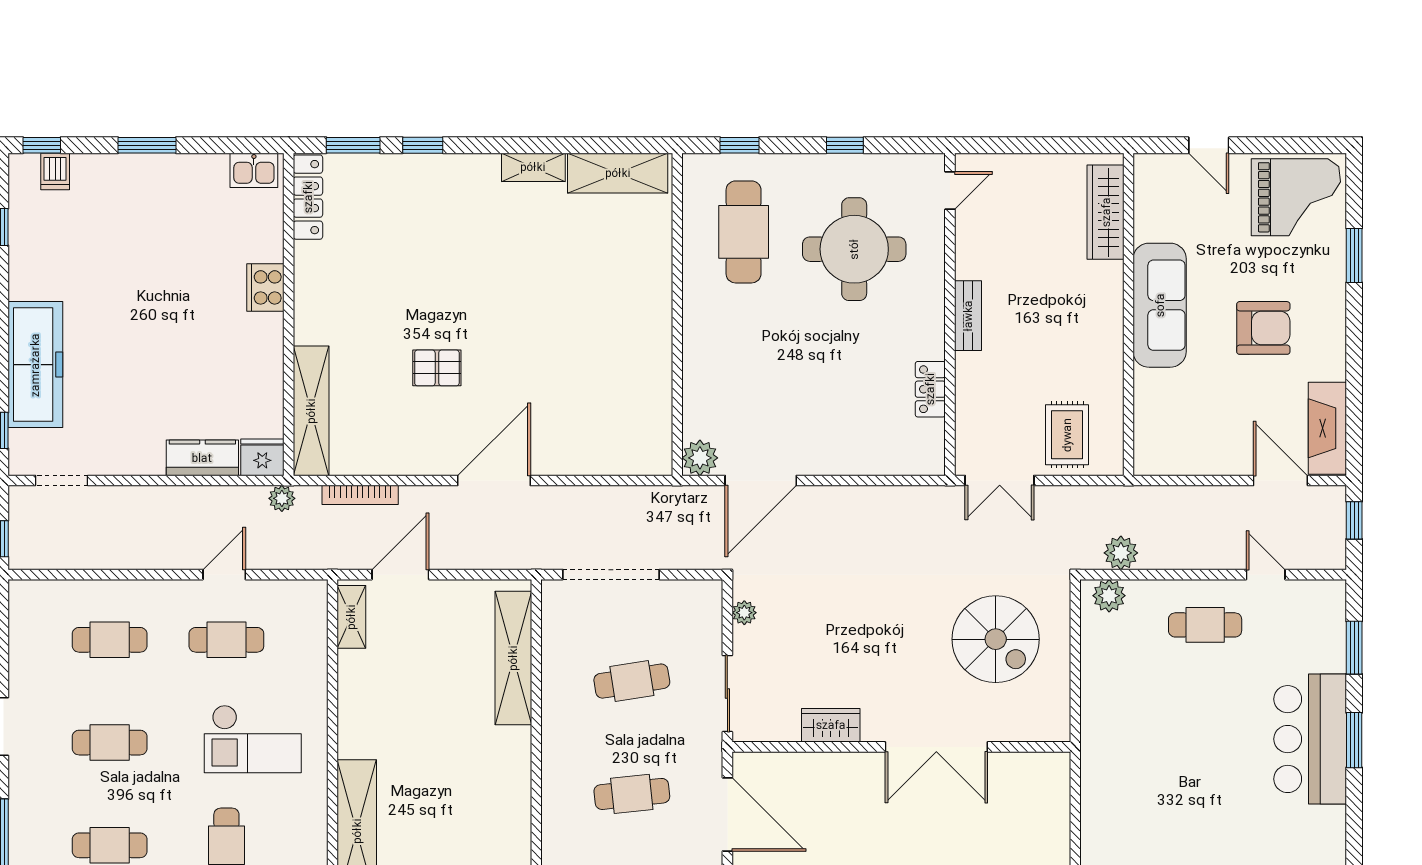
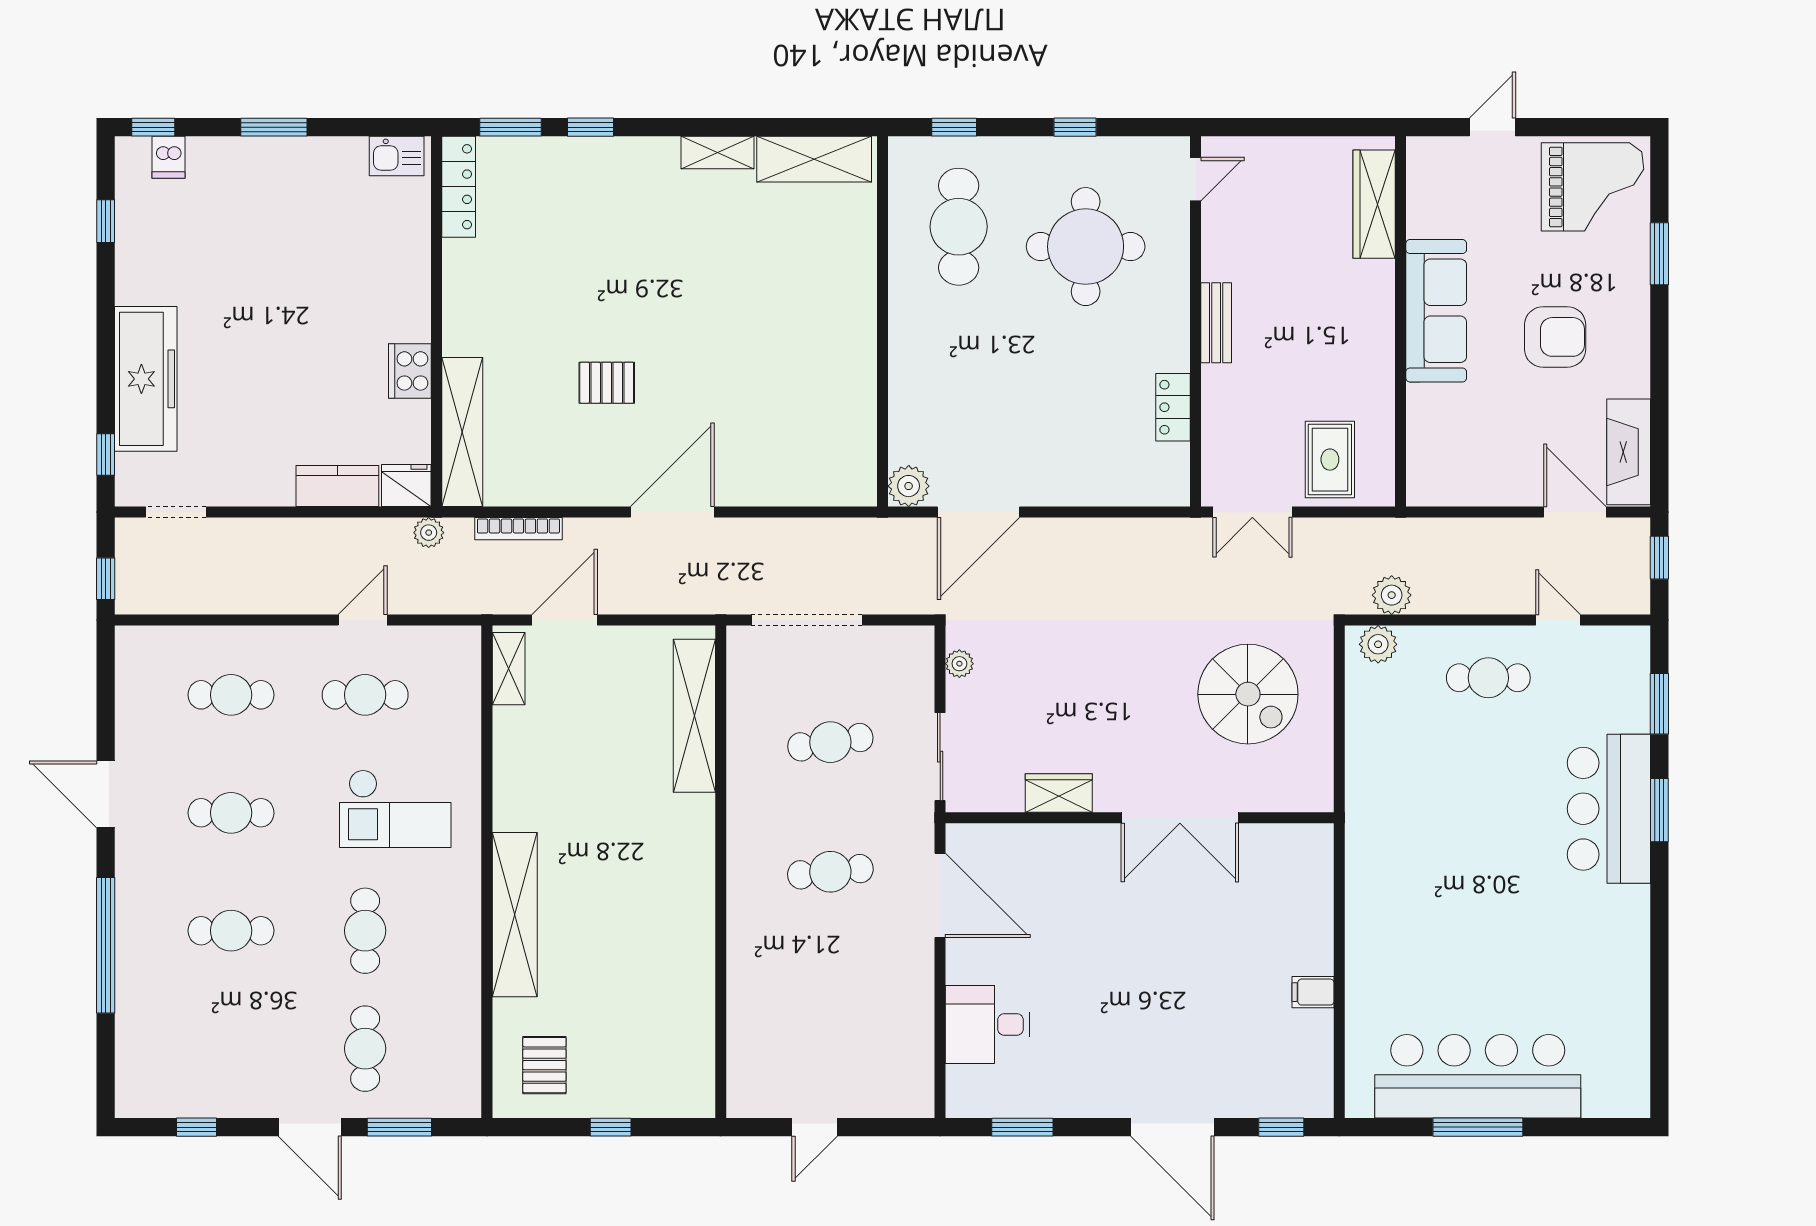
door: (1209, 145) -> (1492, 127), swing flipped
cooker: (265, 287) -> (410, 371), moved

